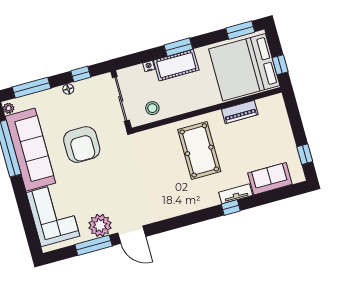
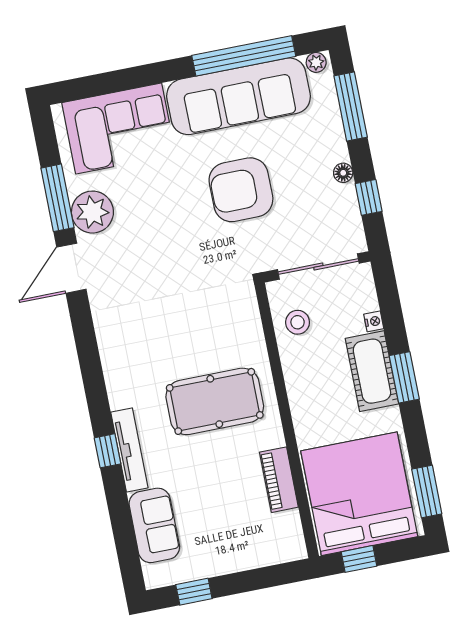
tv unit: (236, 194) -> (129, 450), width x1.41

